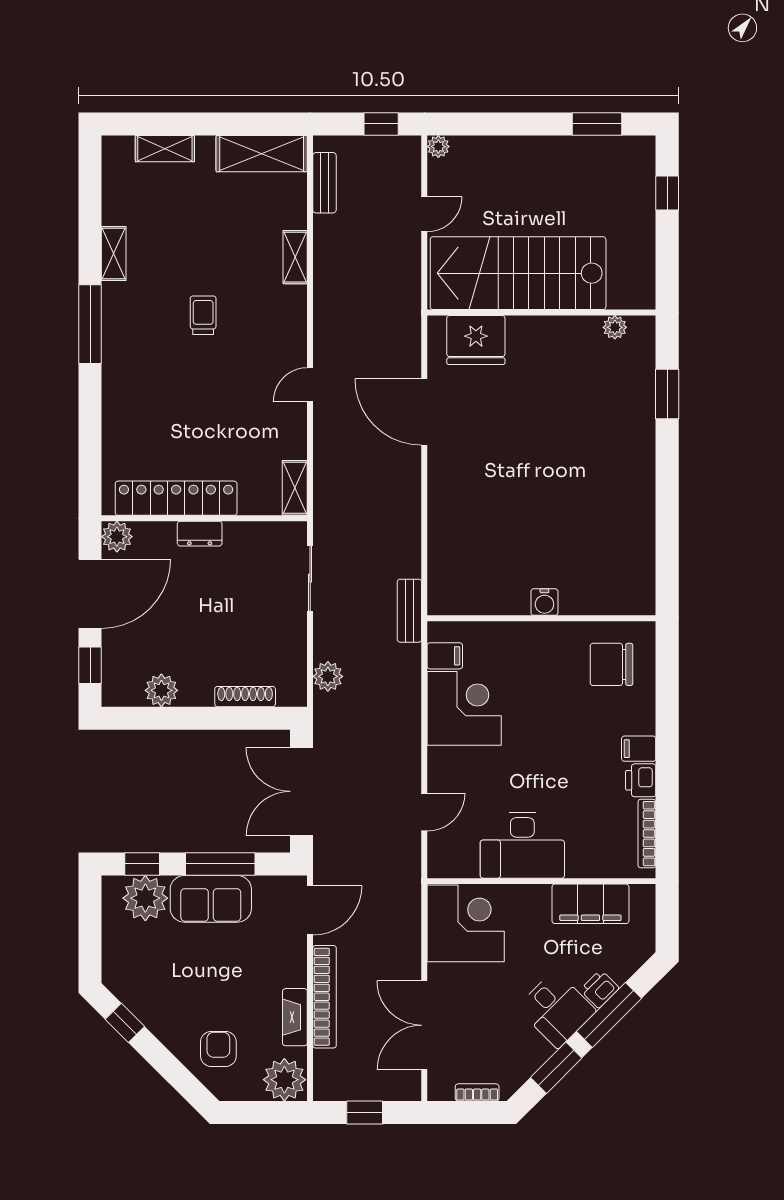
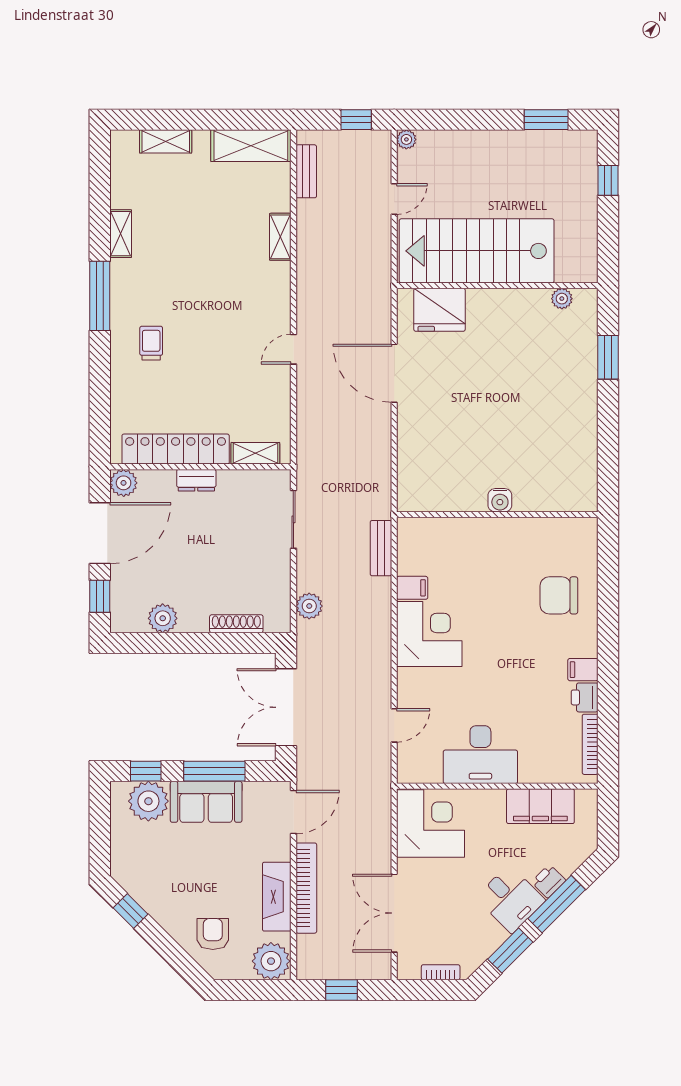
trolley: (203, 315) -> (151, 343), moved
shelving: (295, 488) -> (255, 453), moved, turned 90
water cooler: (544, 602) -> (500, 500), moved
wall: (541, 618) -> (497, 515), moved
fireplace: (295, 1017) -> (277, 897), width x1.37, depth x1.32

